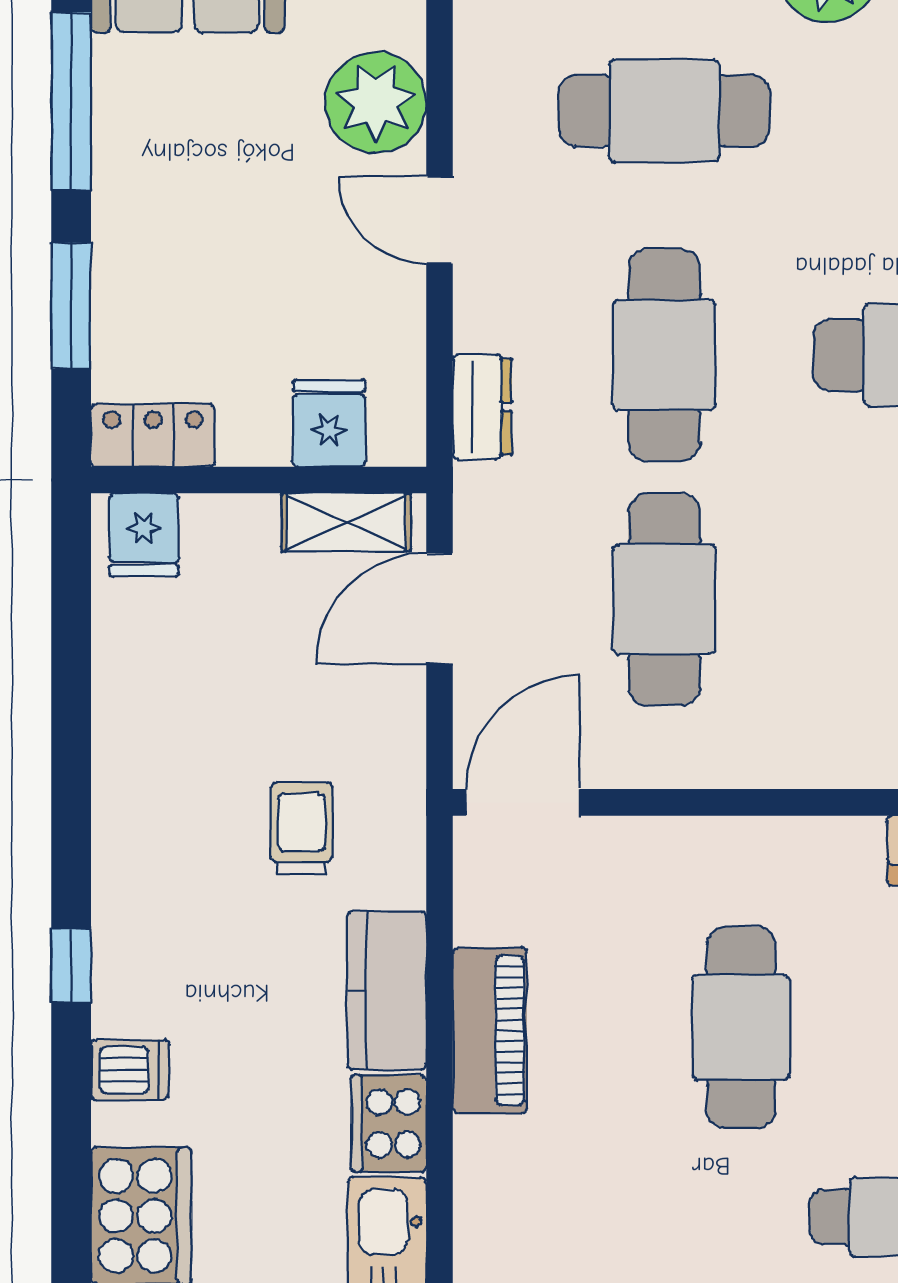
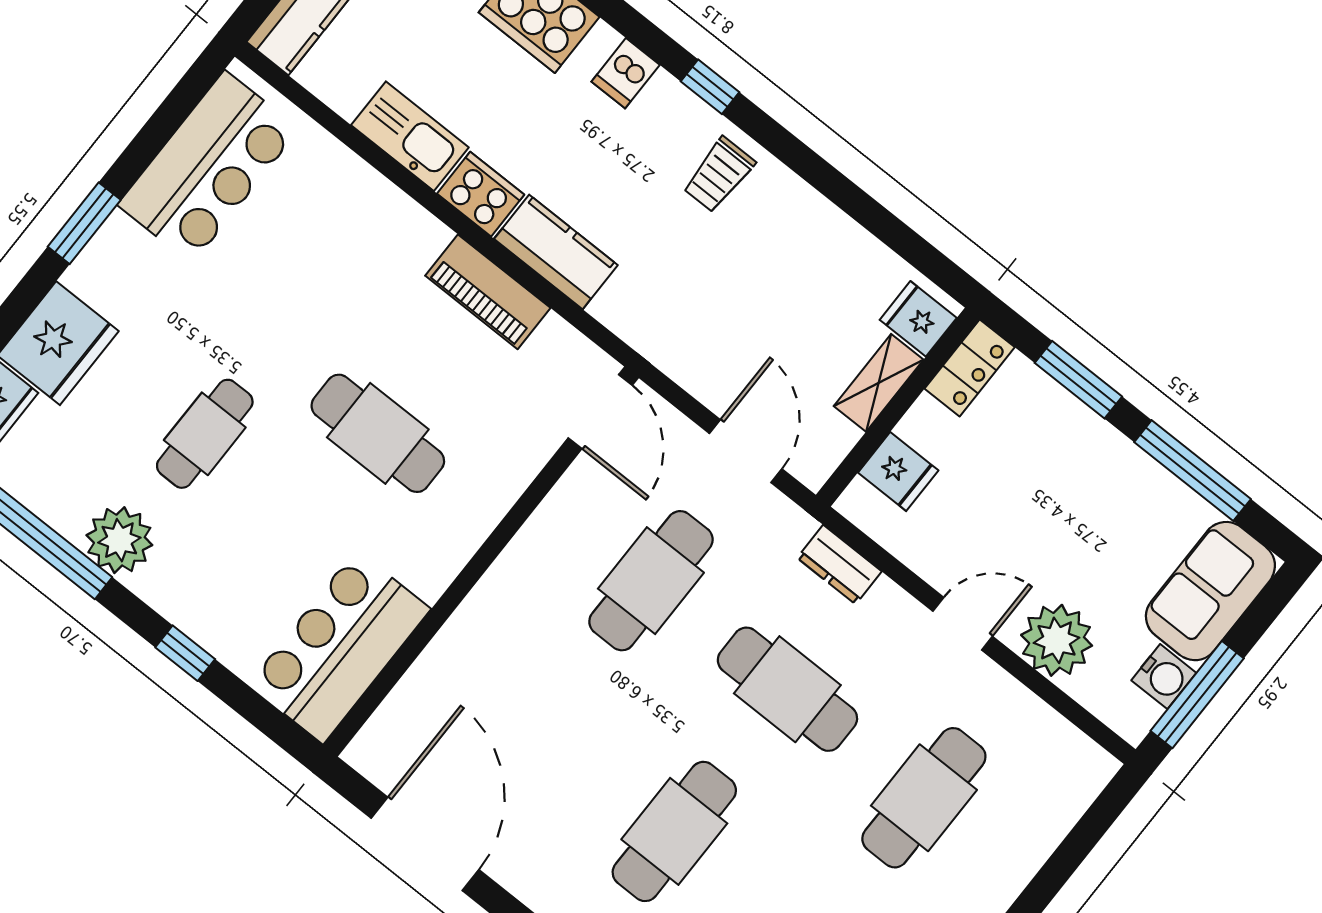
shelving: (346, 522) -> (879, 383), moved
cafe table: (664, 599) -> (651, 581), turned 90
trolley: (302, 829) -> (719, 175), moved, turned 90

